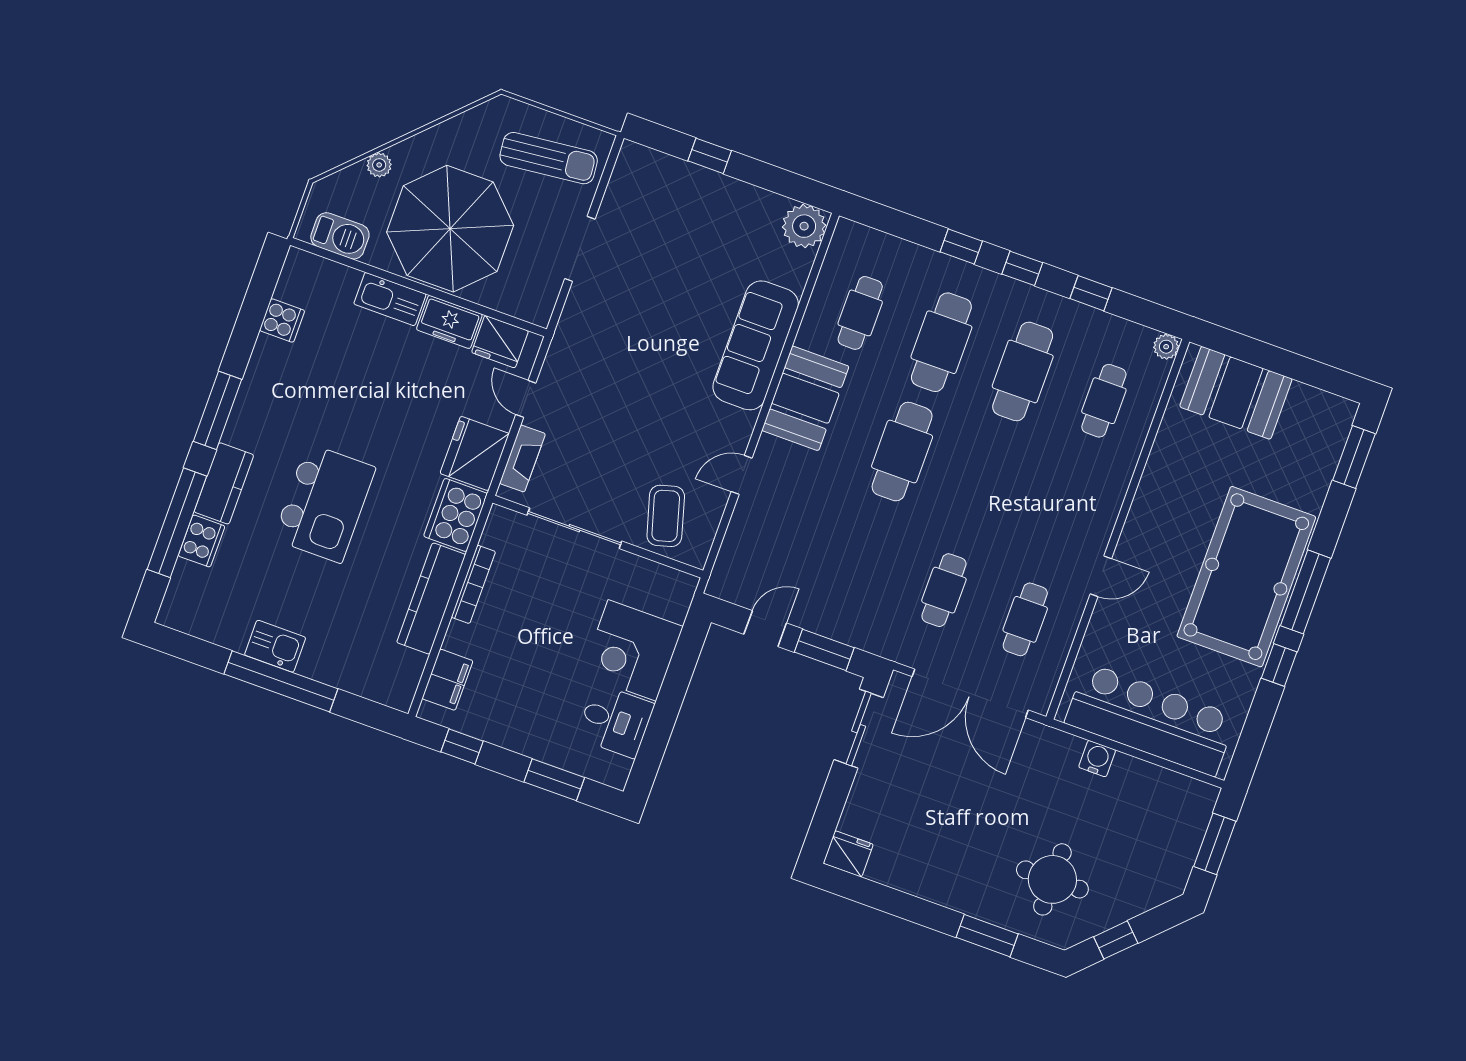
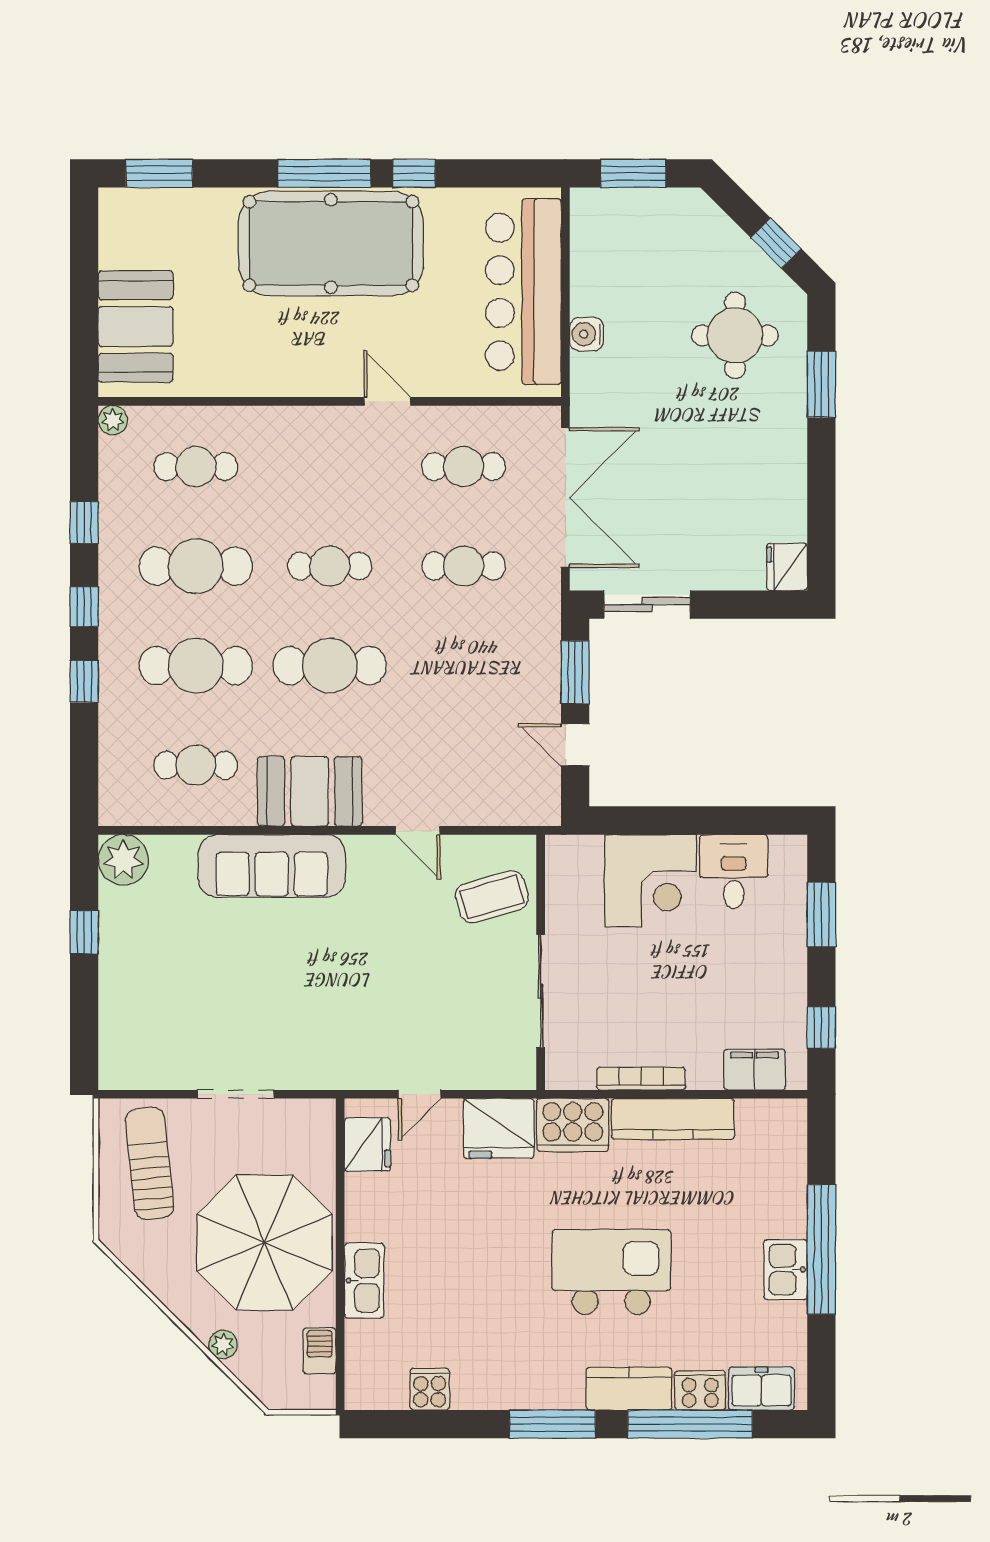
window: (710, 156) -> (84, 932), moved
barbecue: (340, 236) -> (320, 1351), width x0.73, depth x0.79
freezer: (449, 322) -> (761, 1389), moved, turned -90
fireplace: (522, 459) -> (485, 1075), removed
cafe table: (983, 481) -> (330, 566), added

